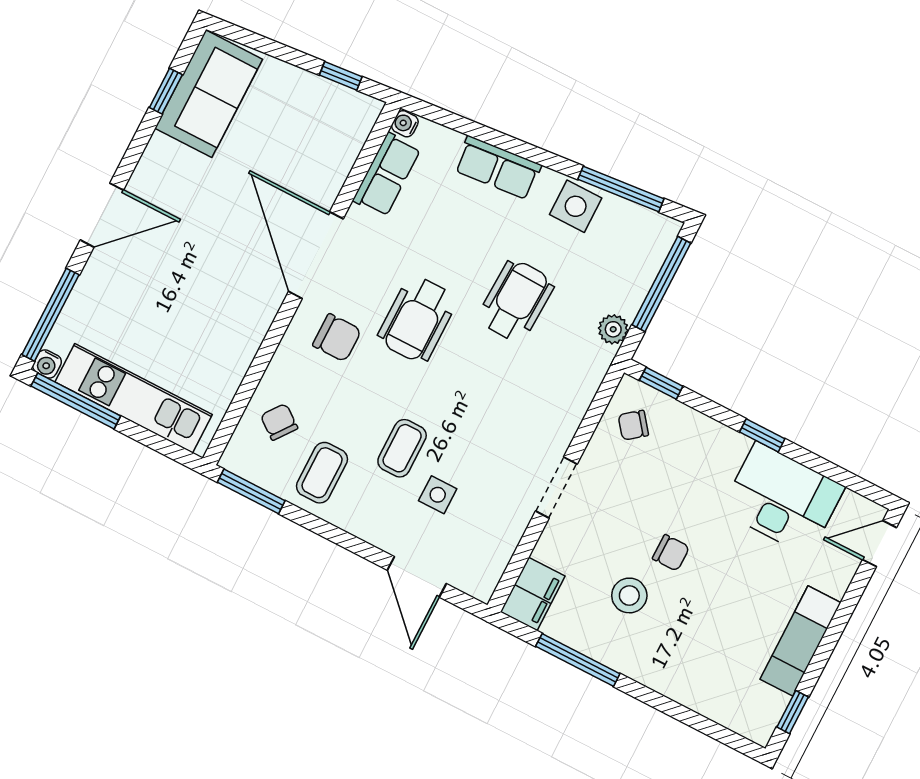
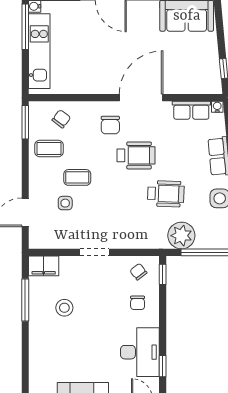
wheelchair: (417, 319) -> (136, 155), turned 180
plant: (613, 329) -> (181, 236), width x1.87, depth x1.87
window: (762, 435) -> (163, 366), moved
chair: (671, 553) -> (138, 303), moved

